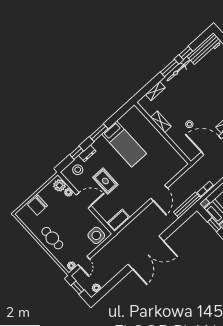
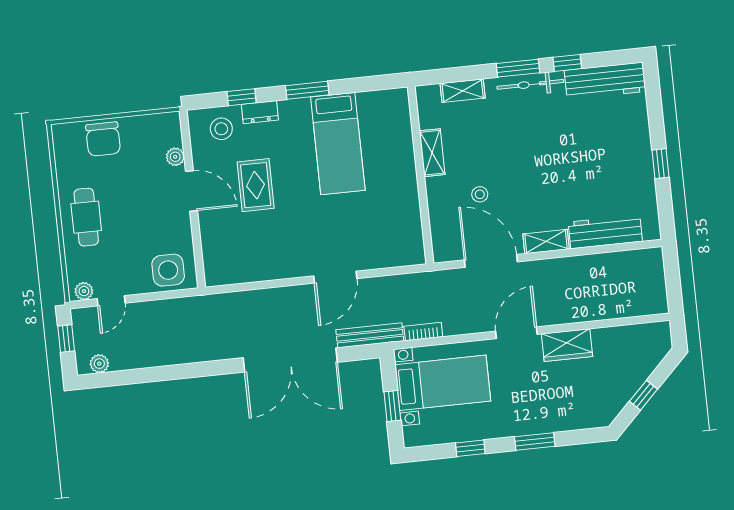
plant: (60, 185) -> (168, 133), removed
chair: (37, 205) -> (103, 139), turned -90
cot: (118, 220) -> (227, 272), removed
double door: (146, 253) -> (290, 360), moved

